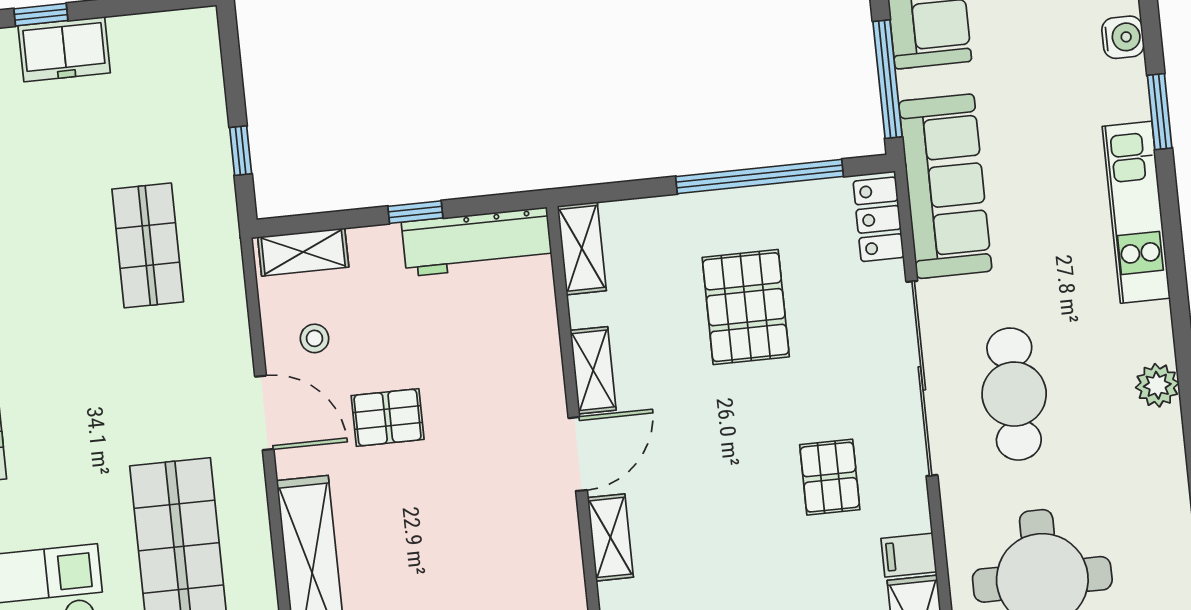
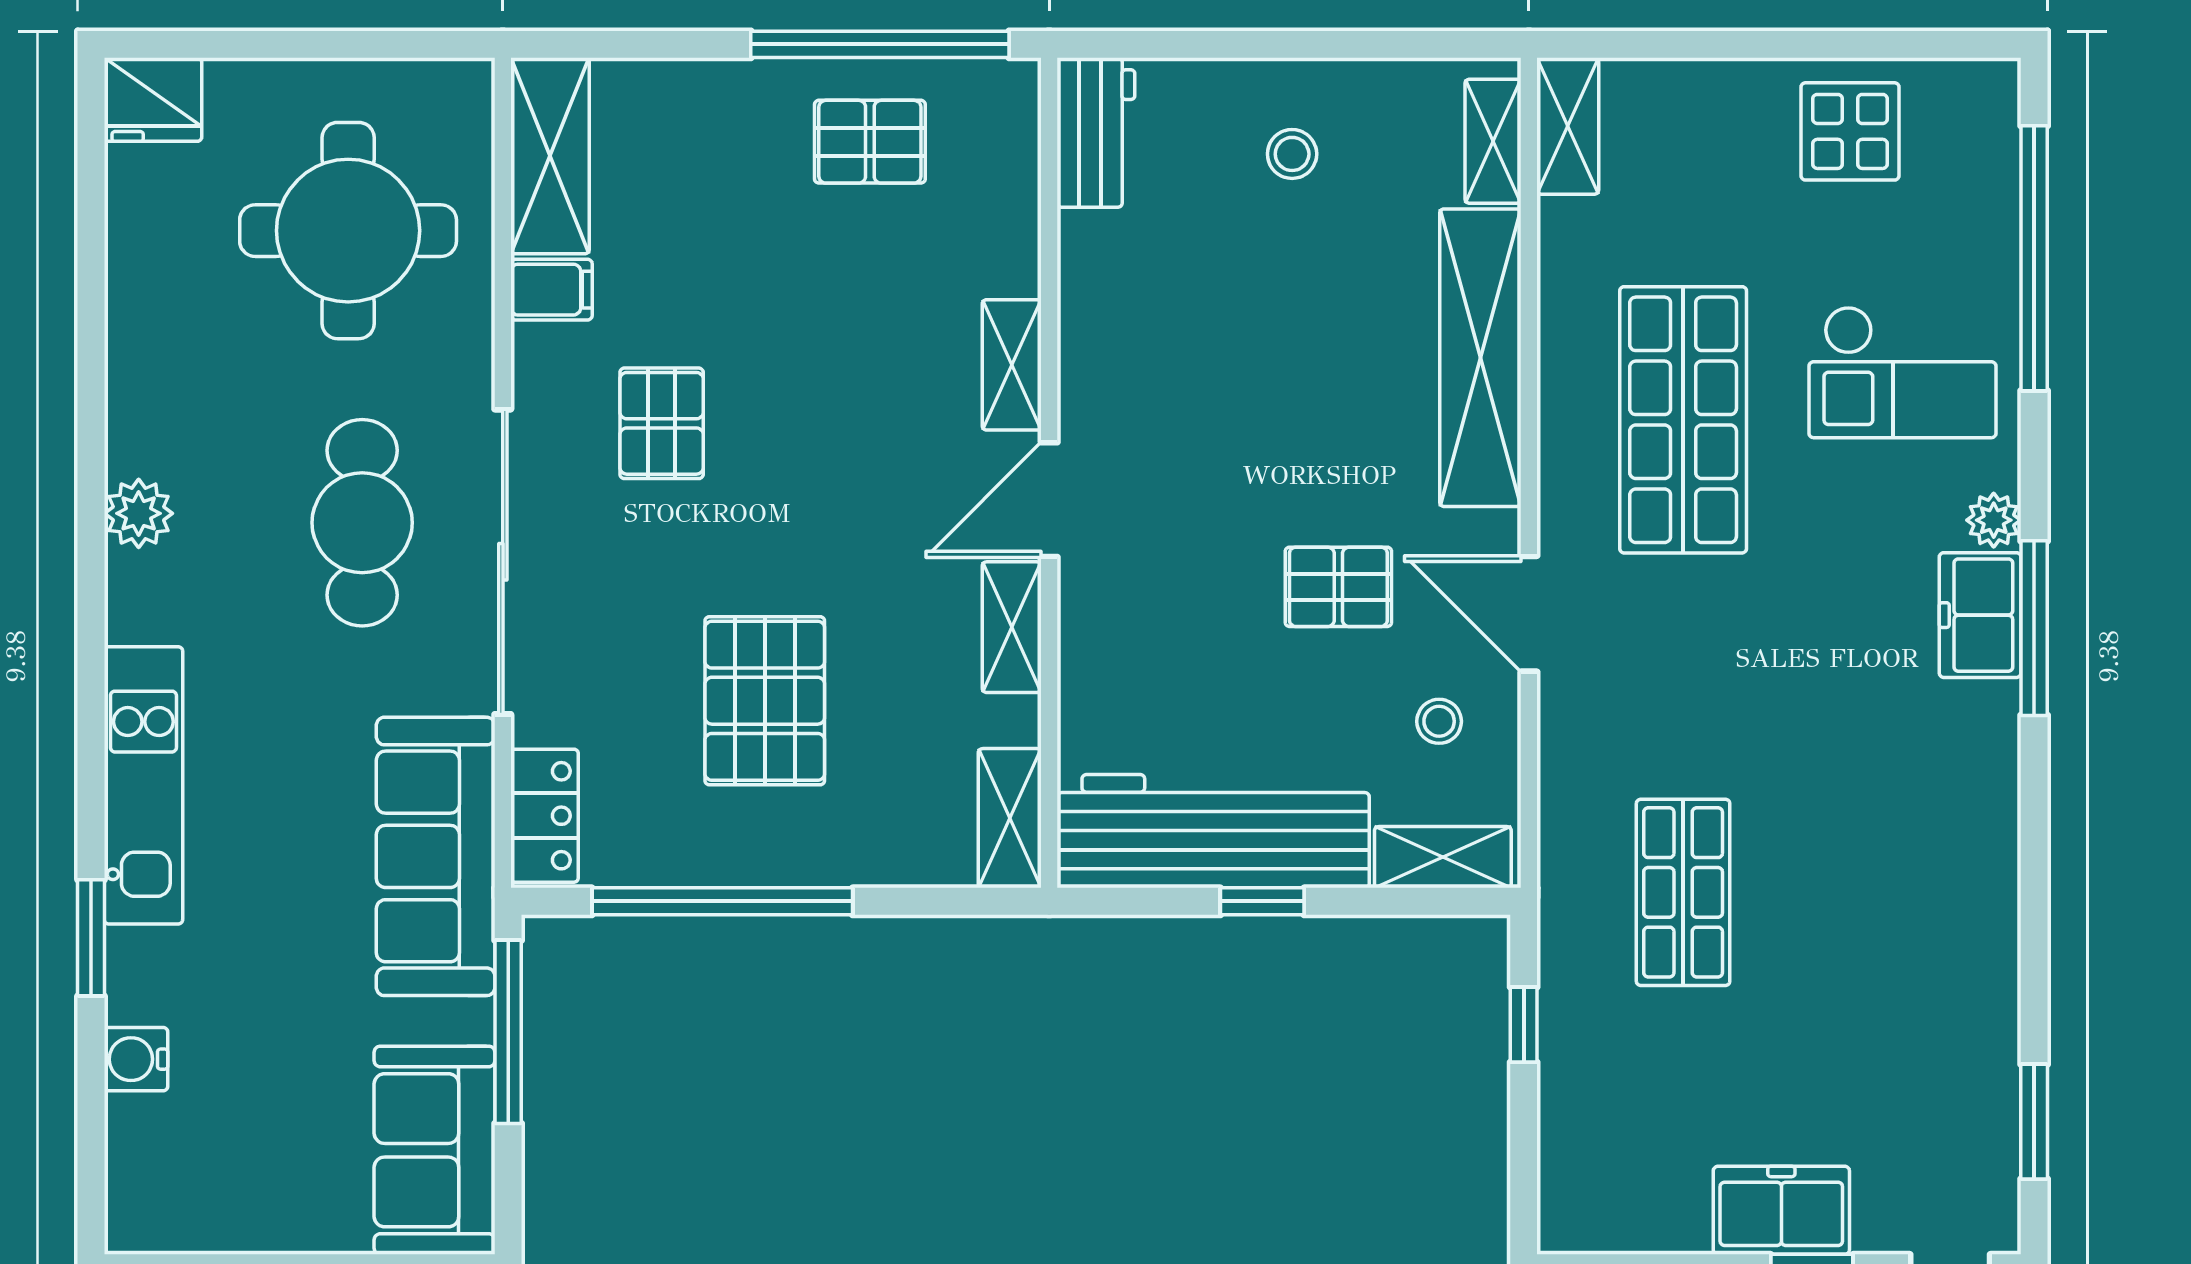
workbench: (477, 242) -> (1213, 831), width x1.36, depth x1.32

